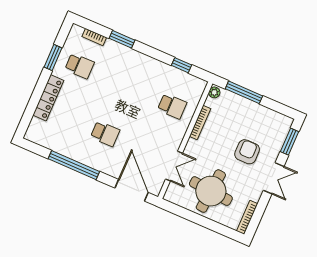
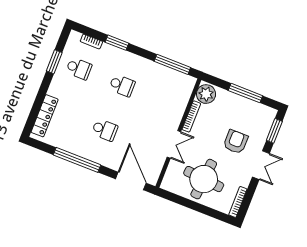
window: (181, 65) -> (172, 64), width x2.17
plant: (214, 92) -> (206, 94), width x1.87, depth x1.87
window: (244, 92) -> (245, 93), moved
locker: (48, 98) -> (45, 116), moved
school desk: (172, 106) -> (122, 85), moved
double door: (174, 166) -> (174, 144), moved

